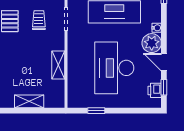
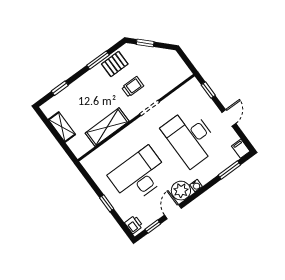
shelving: (58, 65) -> (107, 127), width x1.50, depth x1.33
printer: (155, 90) -> (134, 224), moved, turned 90
window: (96, 111) -> (107, 203), moved

